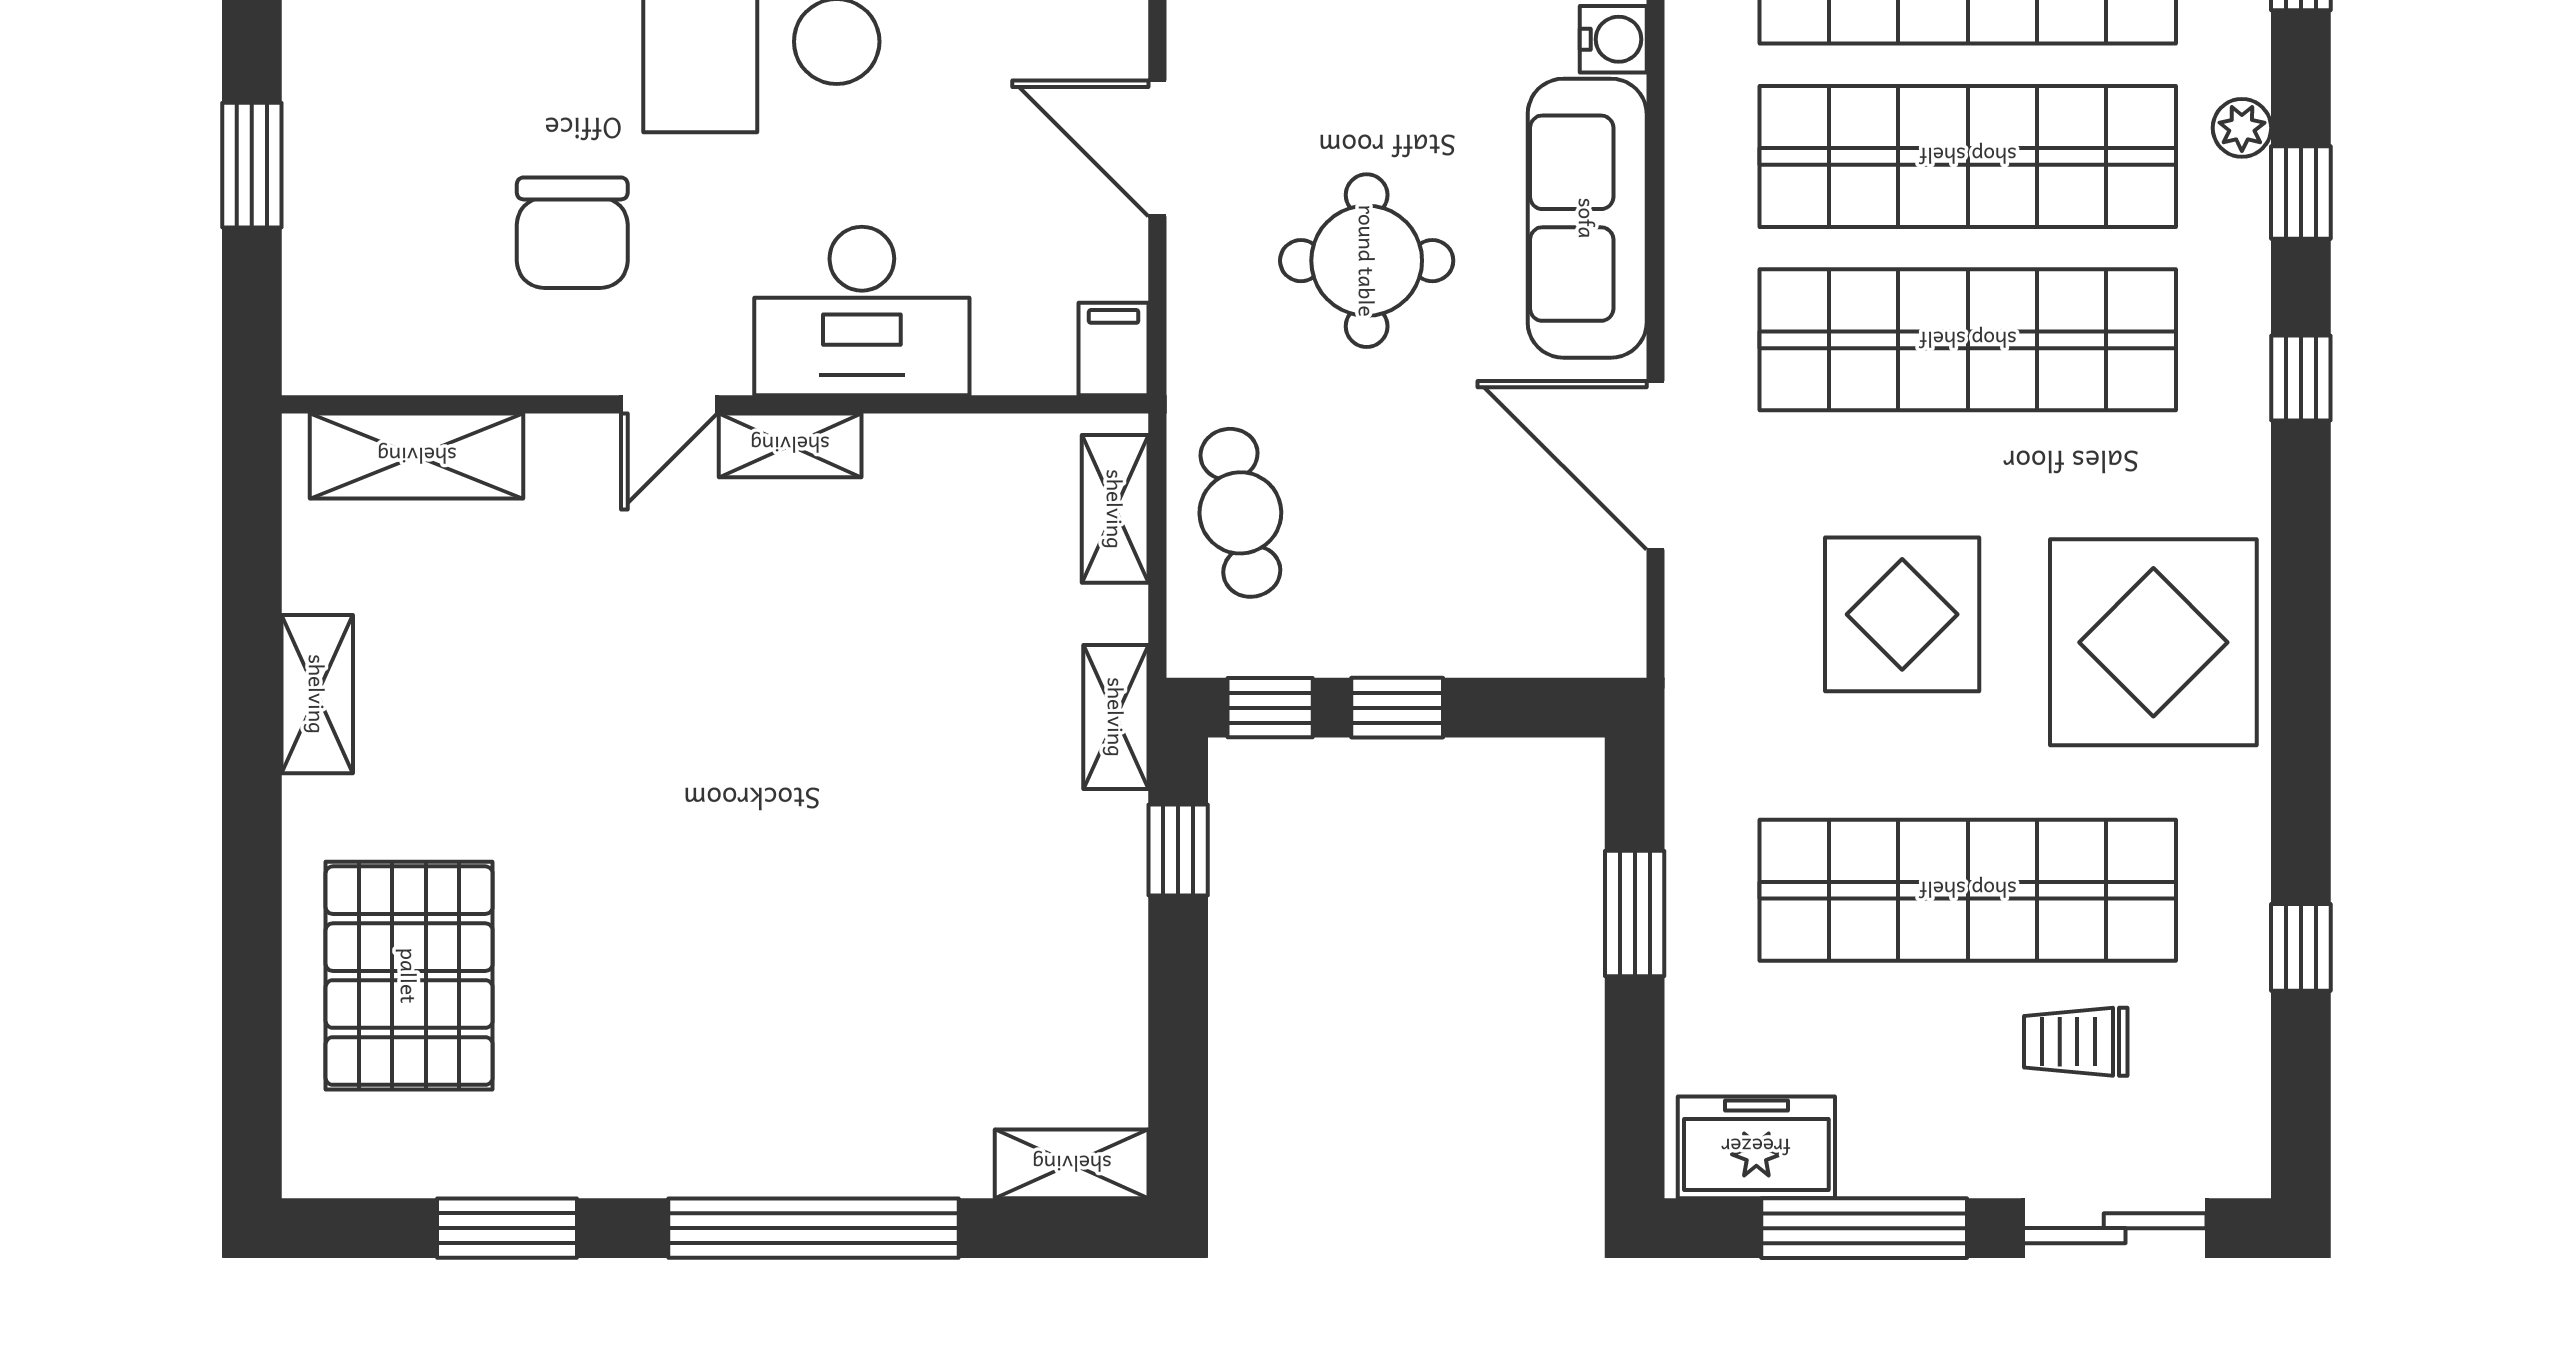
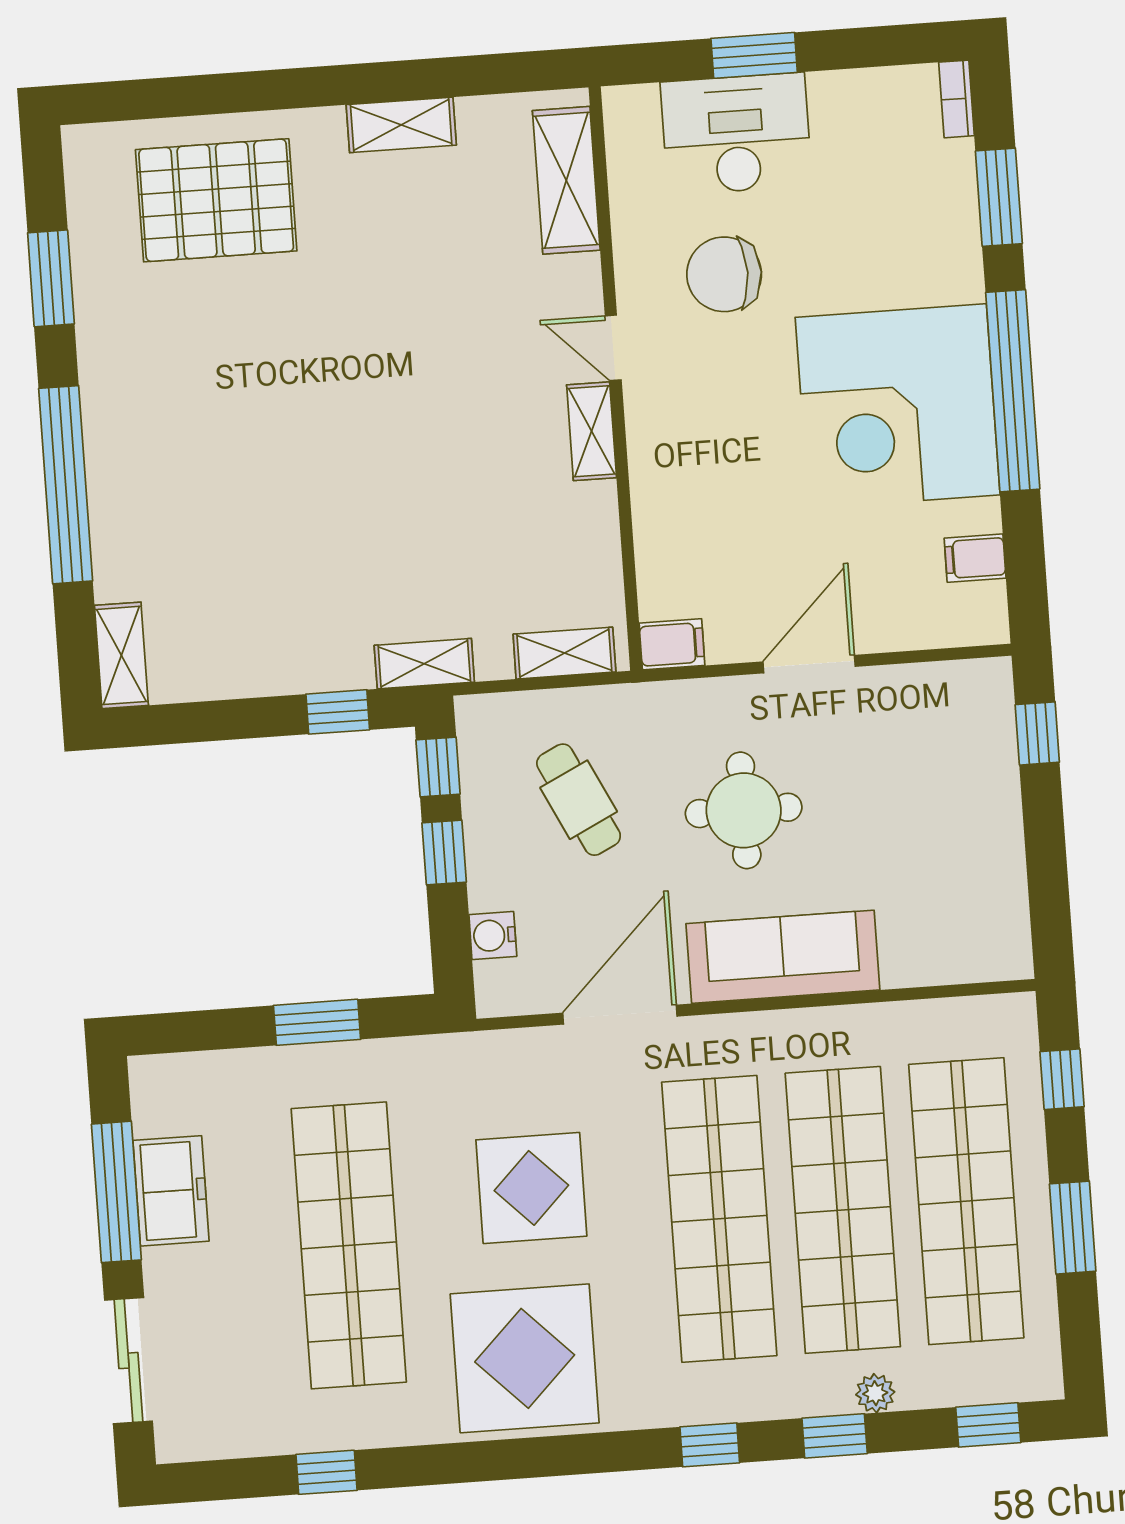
water cooler: (1613, 39) -> (493, 935), moved, turned 90
desk: (862, 311) -> (736, 134), moved, turned 90
cafe table: (1240, 513) -> (579, 800), moved, turned 75
trolley: (2076, 1042) -> (252, 1325), removed
freezer: (1756, 1147) -> (171, 1191), moved

